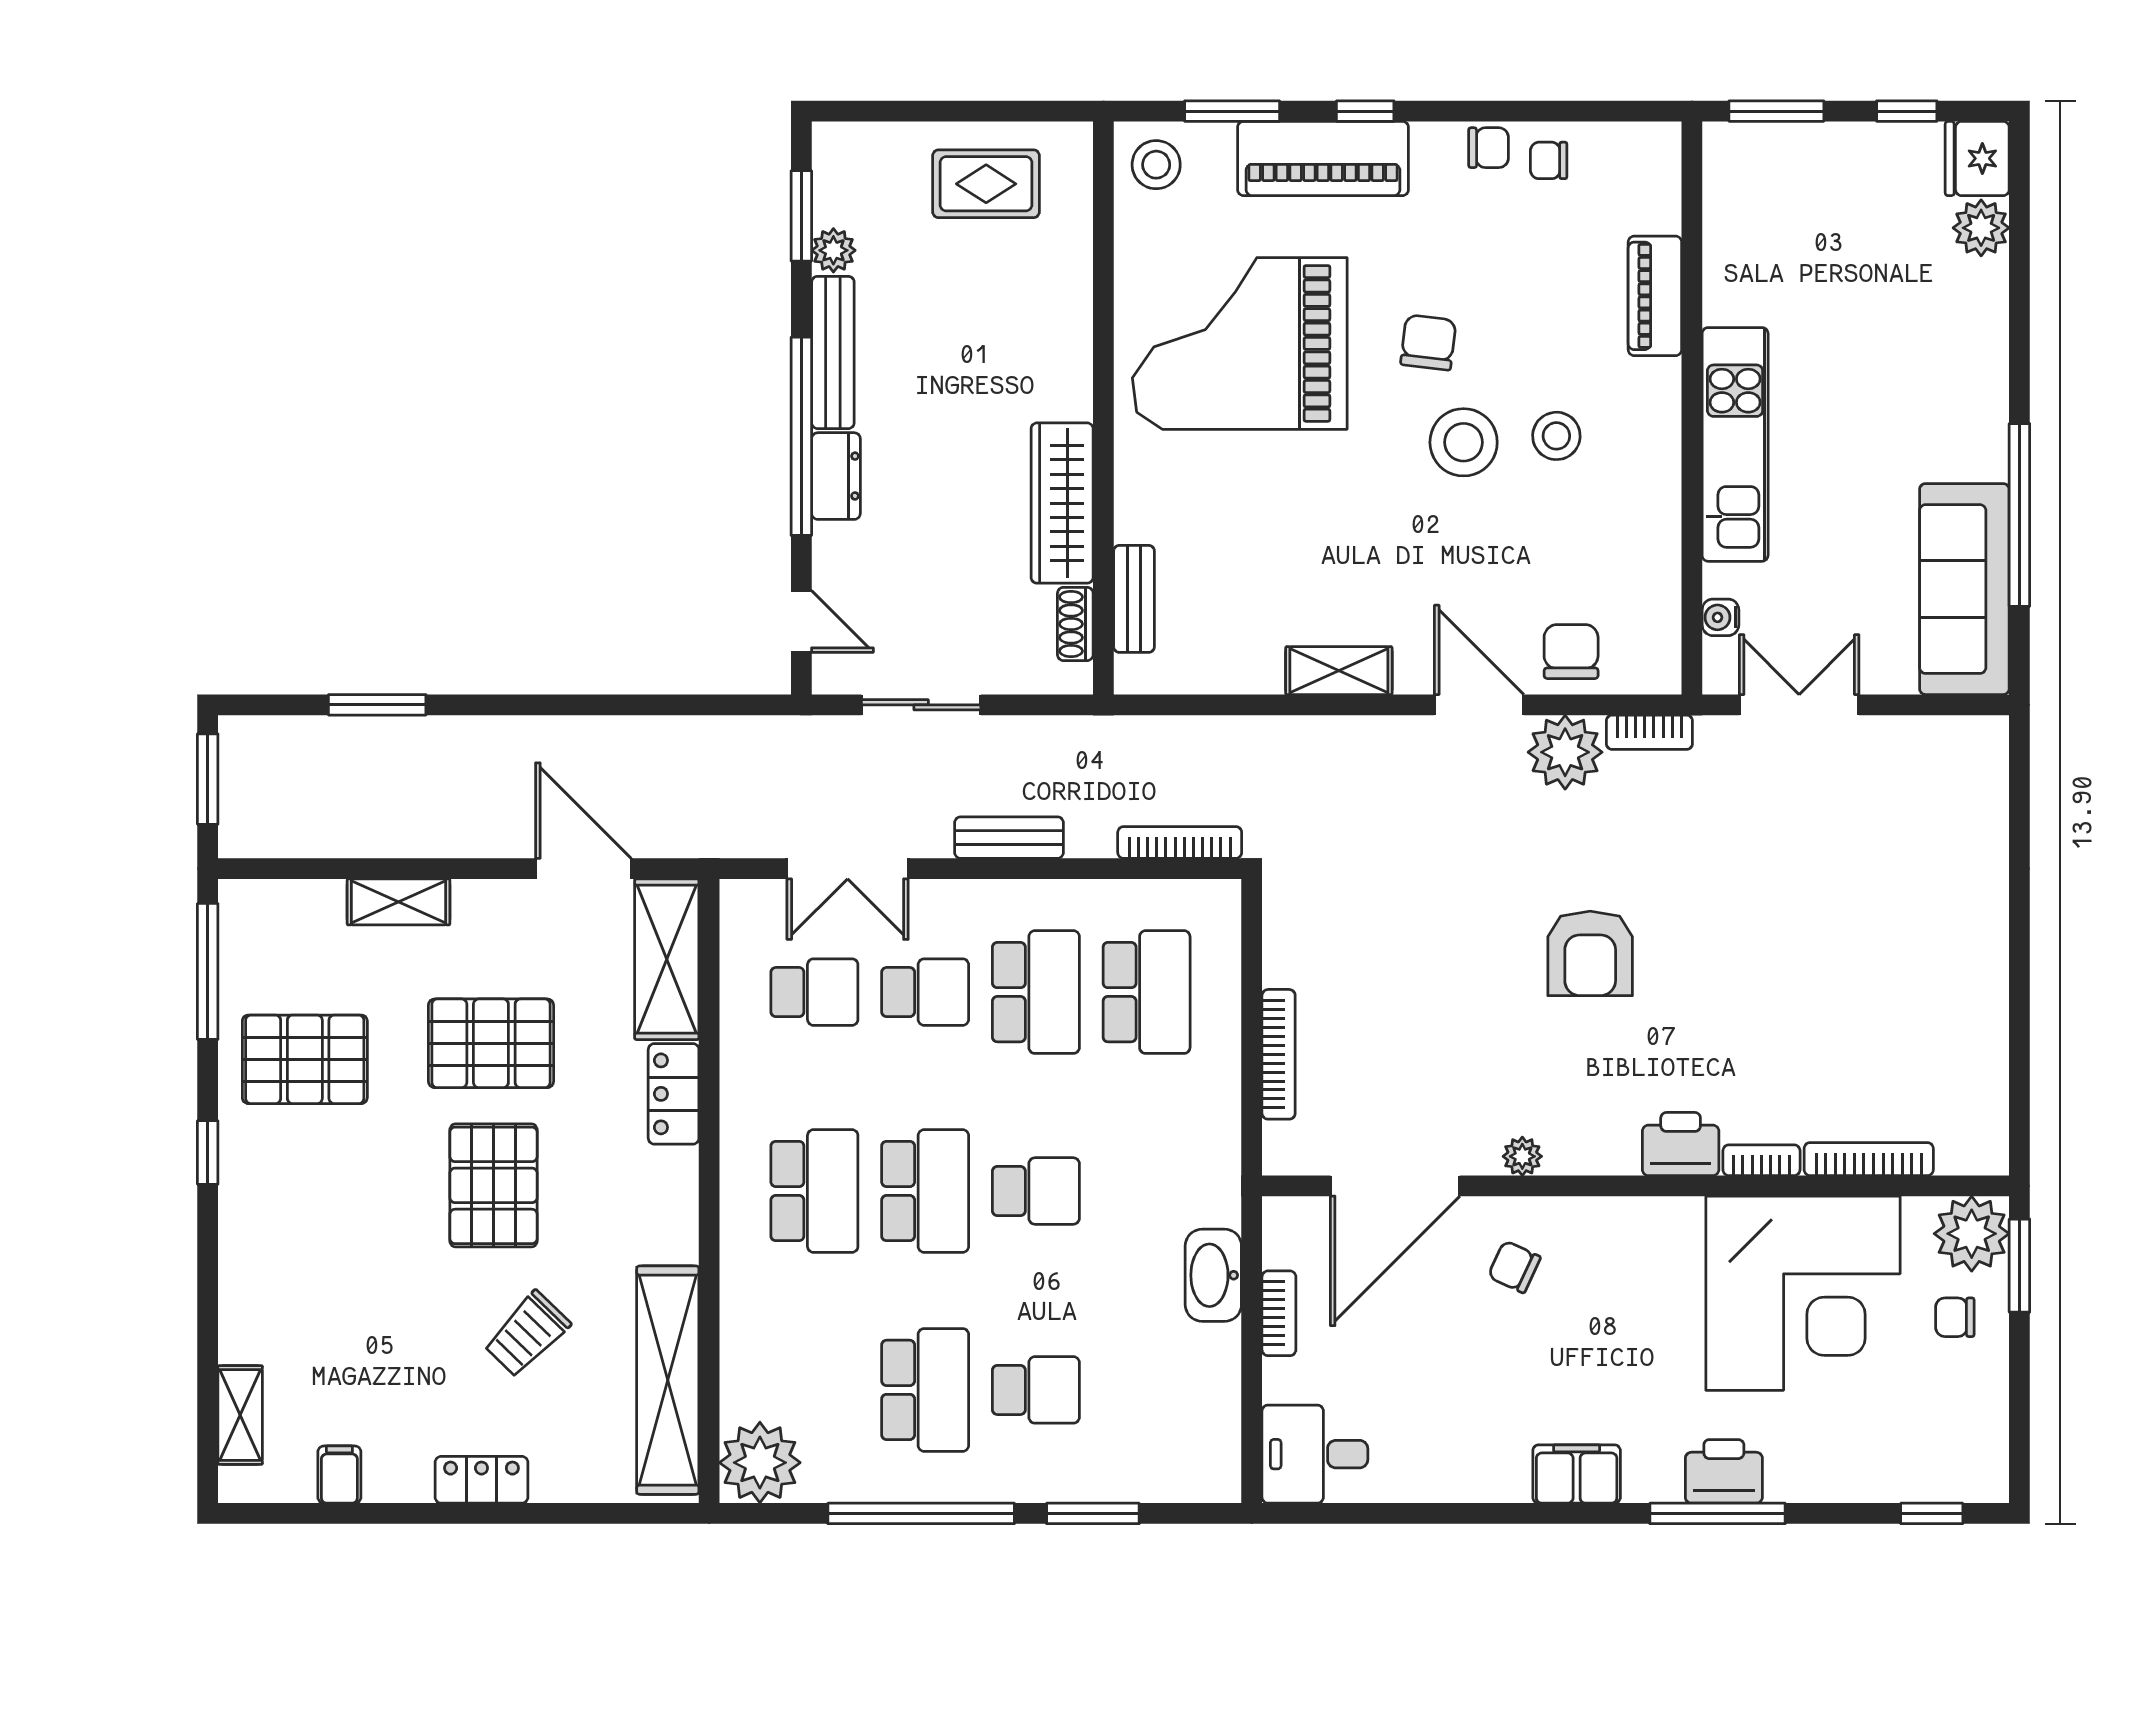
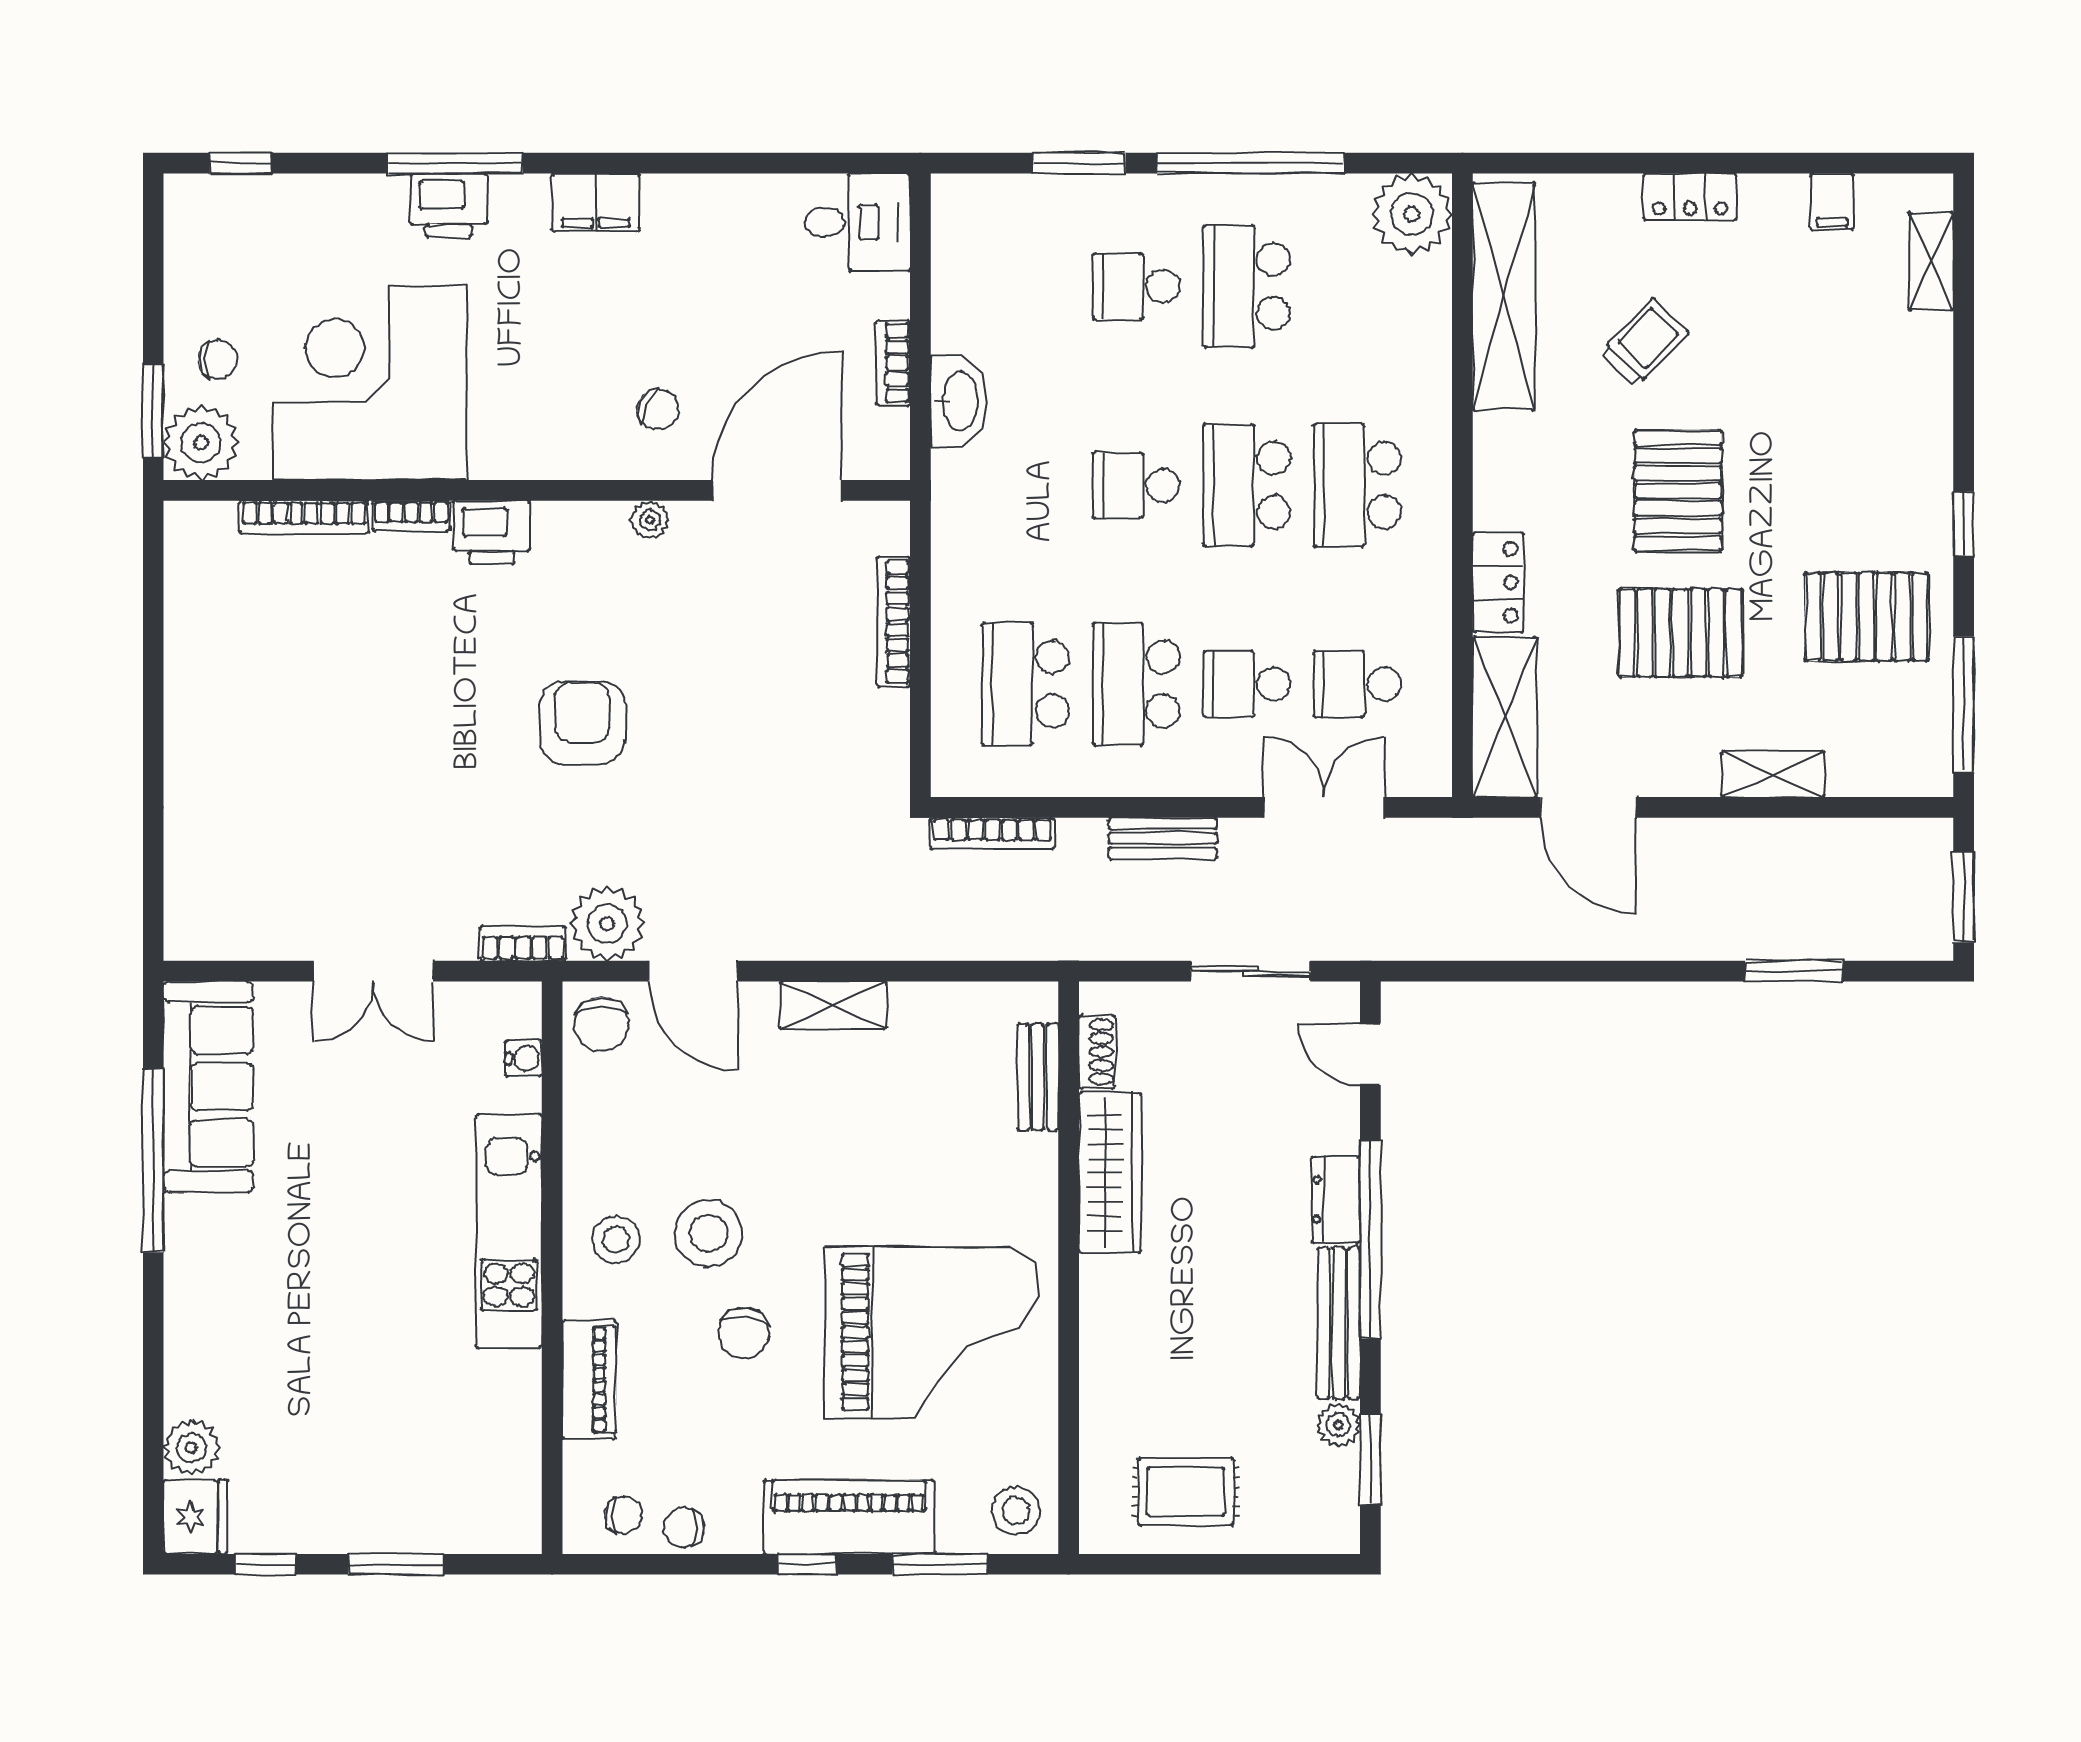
piano: (1655, 296) -> (589, 1380), moved
wall: (1692, 408) -> (552, 1268), moved
kitchen unit: (1735, 444) -> (509, 1231), moved
water cooler: (1720, 617) -> (524, 1058), moved

